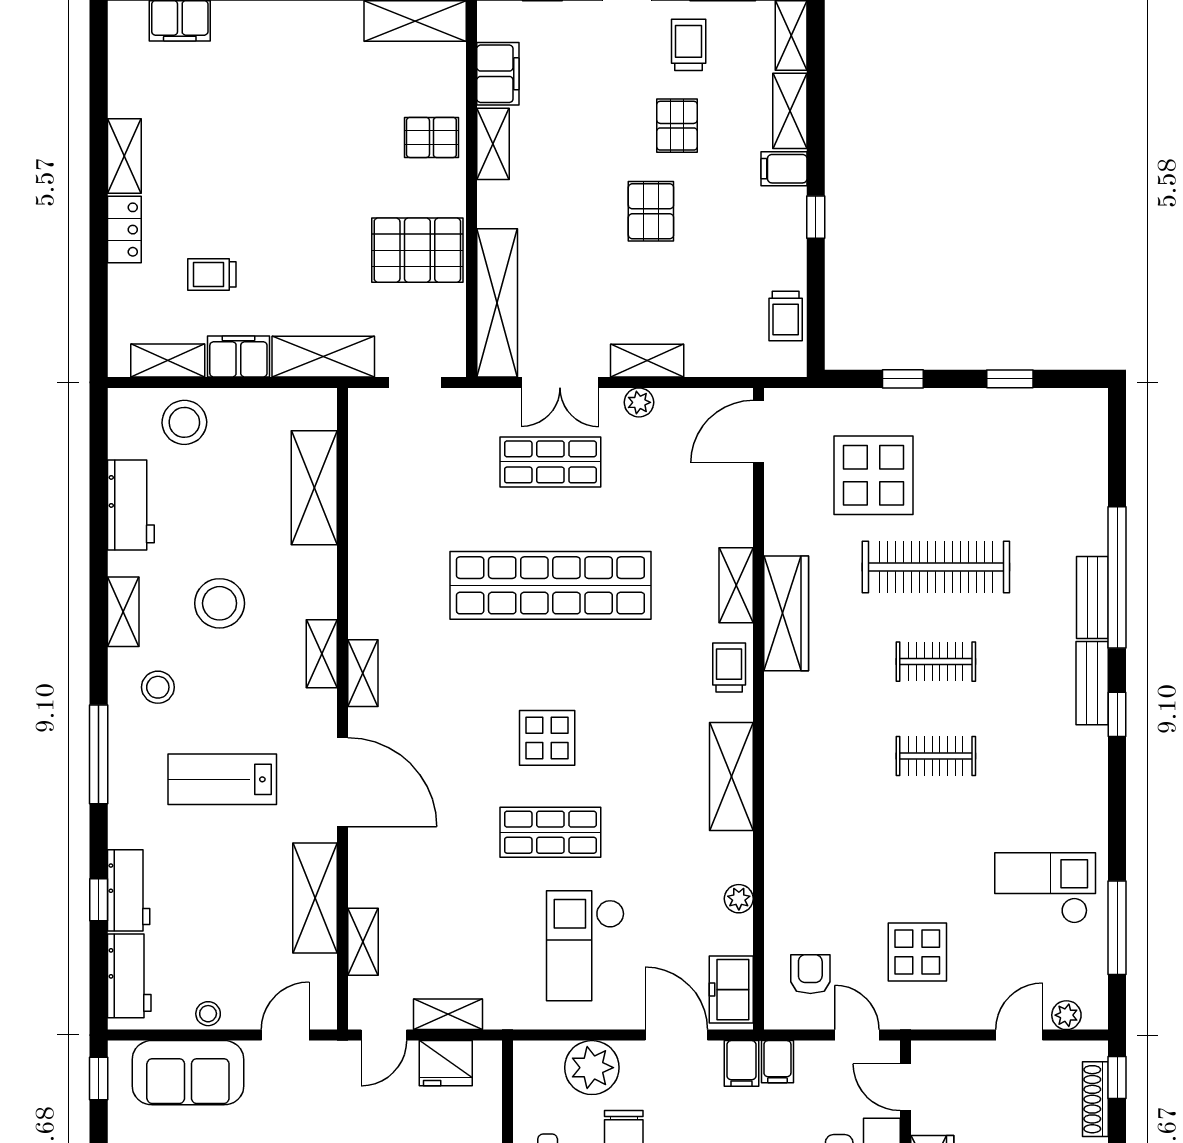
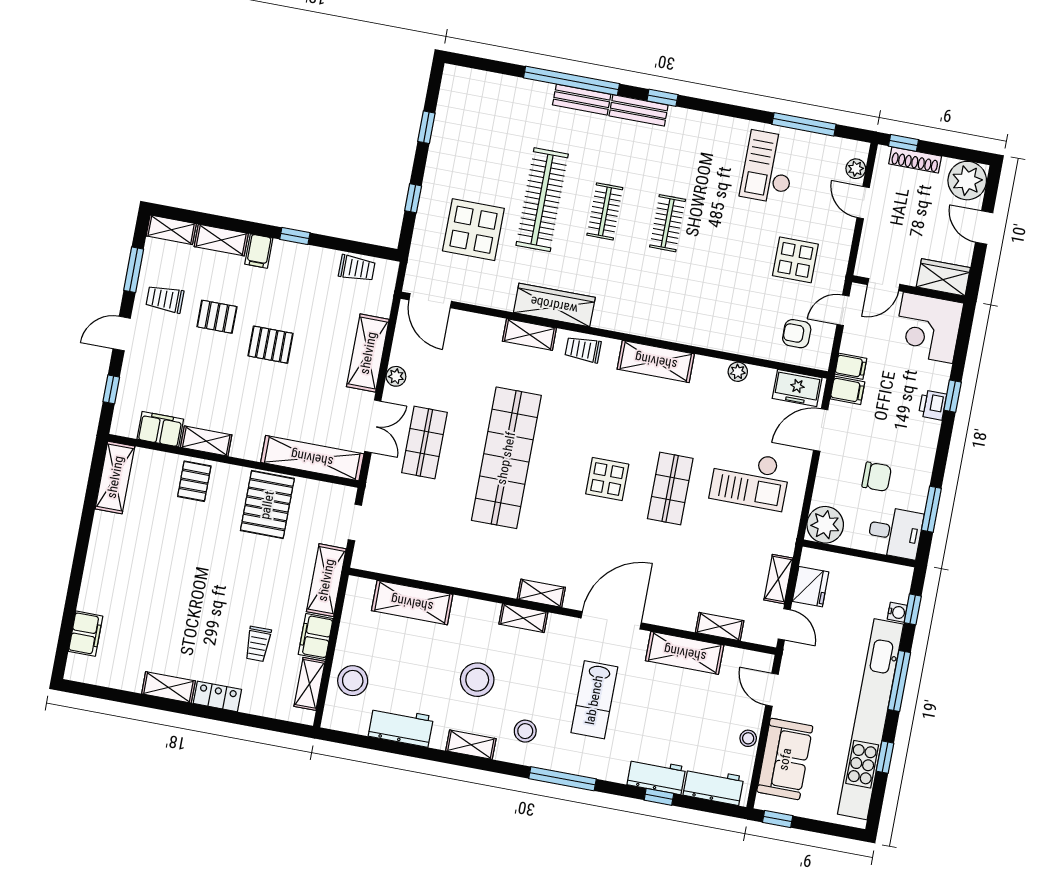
shelving: (647, 361) -> (368, 353), width x1.50, depth x1.33
plant: (592, 1068) -> (825, 525), moved

